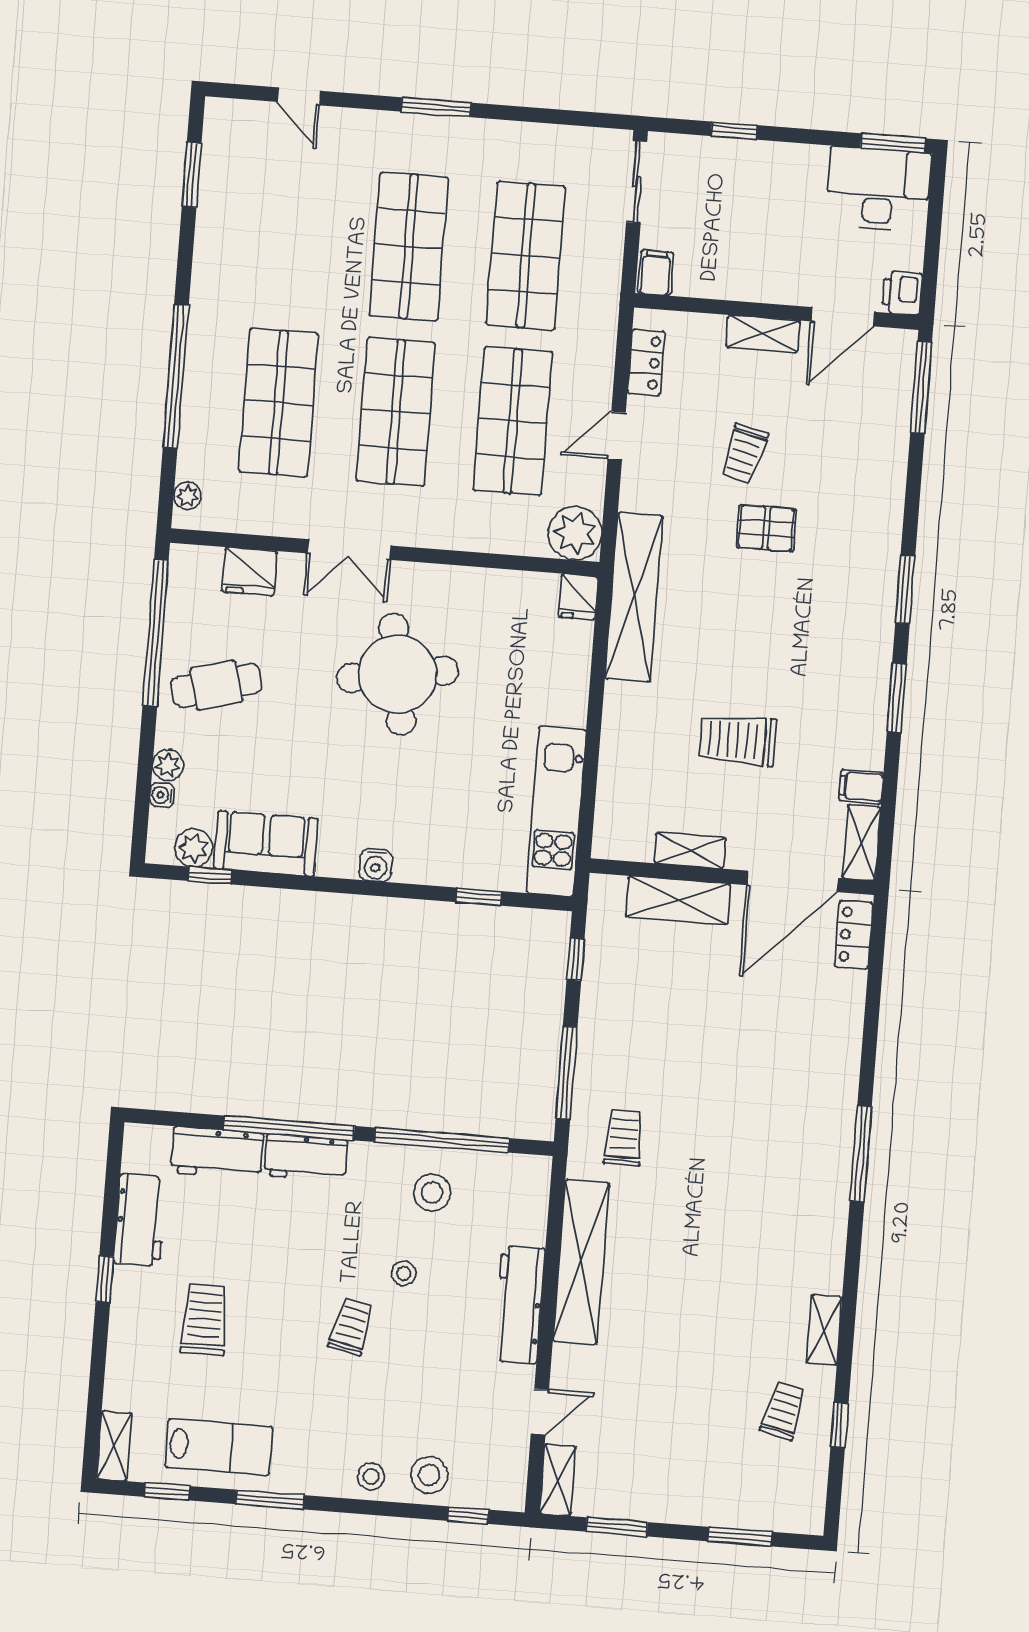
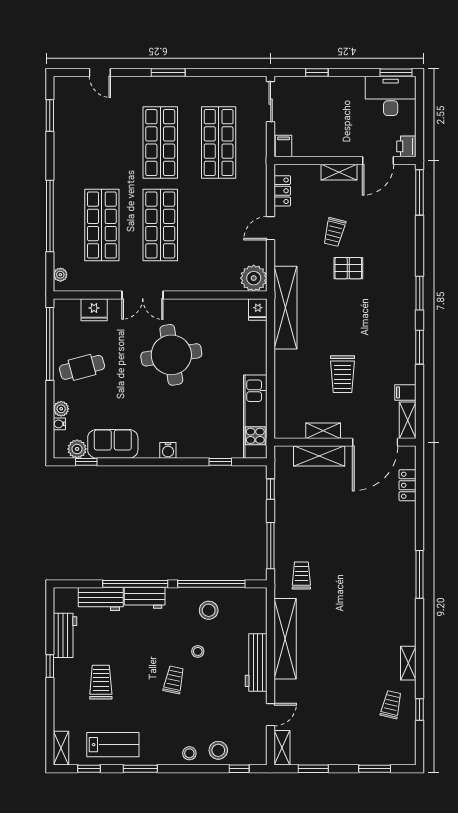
shop shelf: (513, 421) -> (219, 225), removed
trolley: (738, 740) -> (343, 374), turned -90
locker: (854, 935) -> (408, 485), moved

